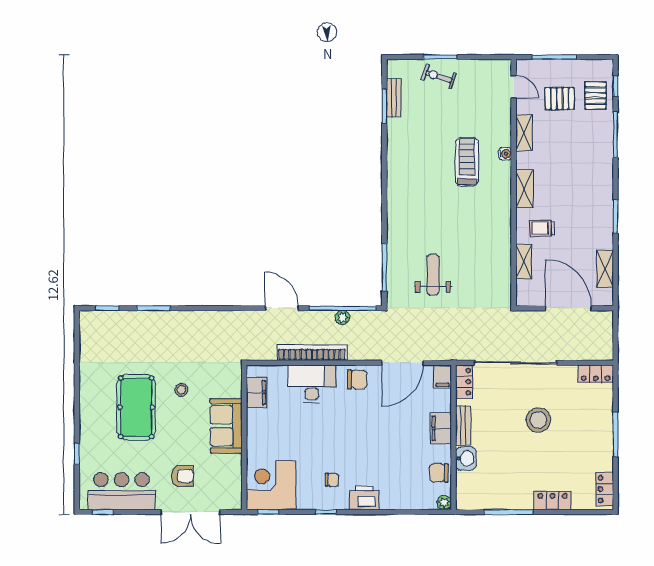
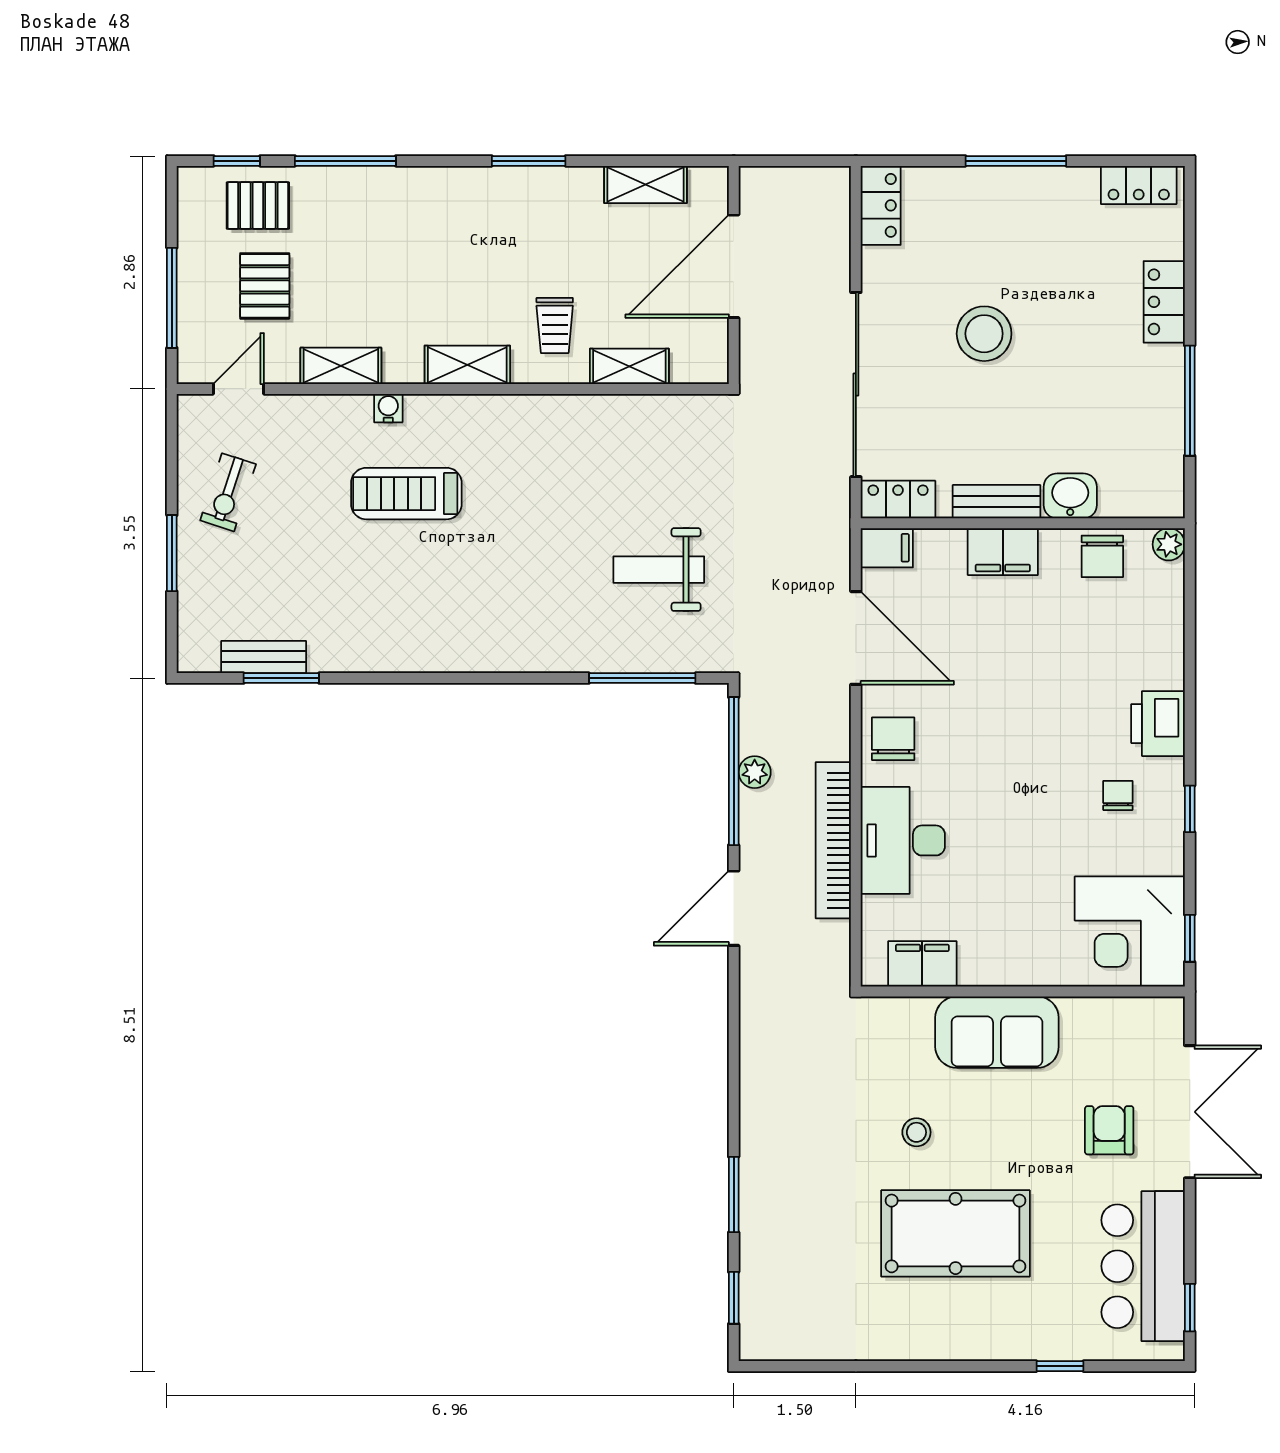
exercise bike: (439, 76) -> (228, 492), moved

